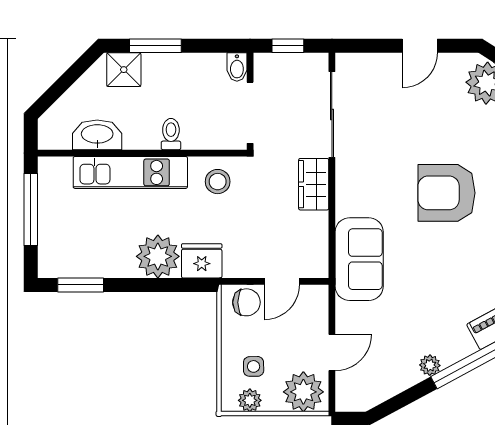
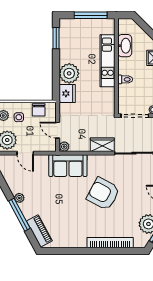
stool: (218, 182) -> (103, 101), removed
armchair: (447, 193) -> (103, 194), moved, turned -62
plant: (318, 267) -> (64, 147), added
chair: (246, 302) -> (39, 110), moved

